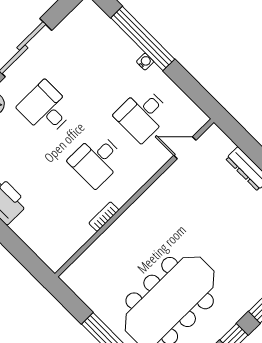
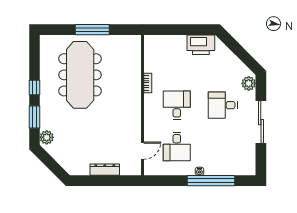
desk: (46, 109) -> (223, 105), turned 180
desk: (142, 114) -> (177, 146), turned 180

